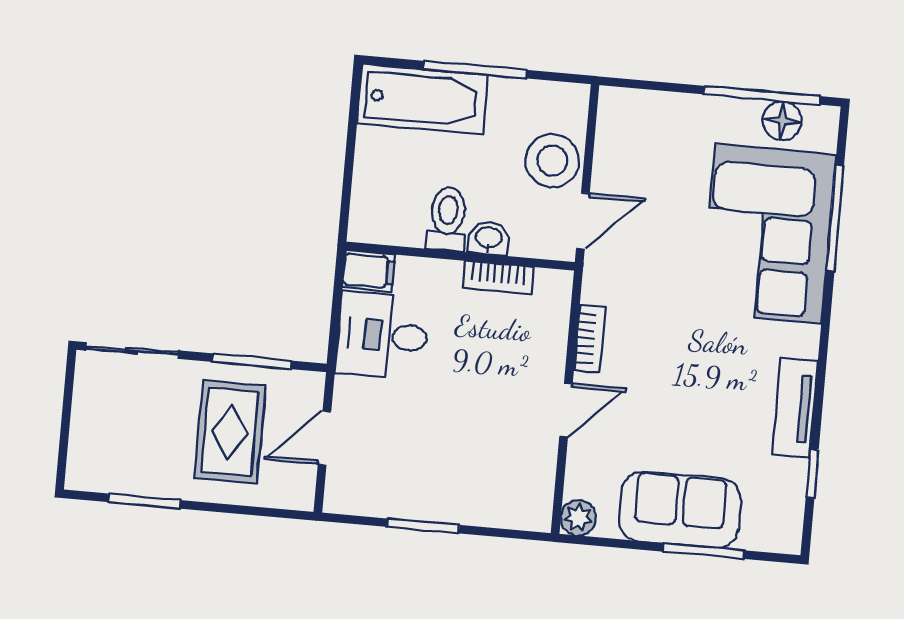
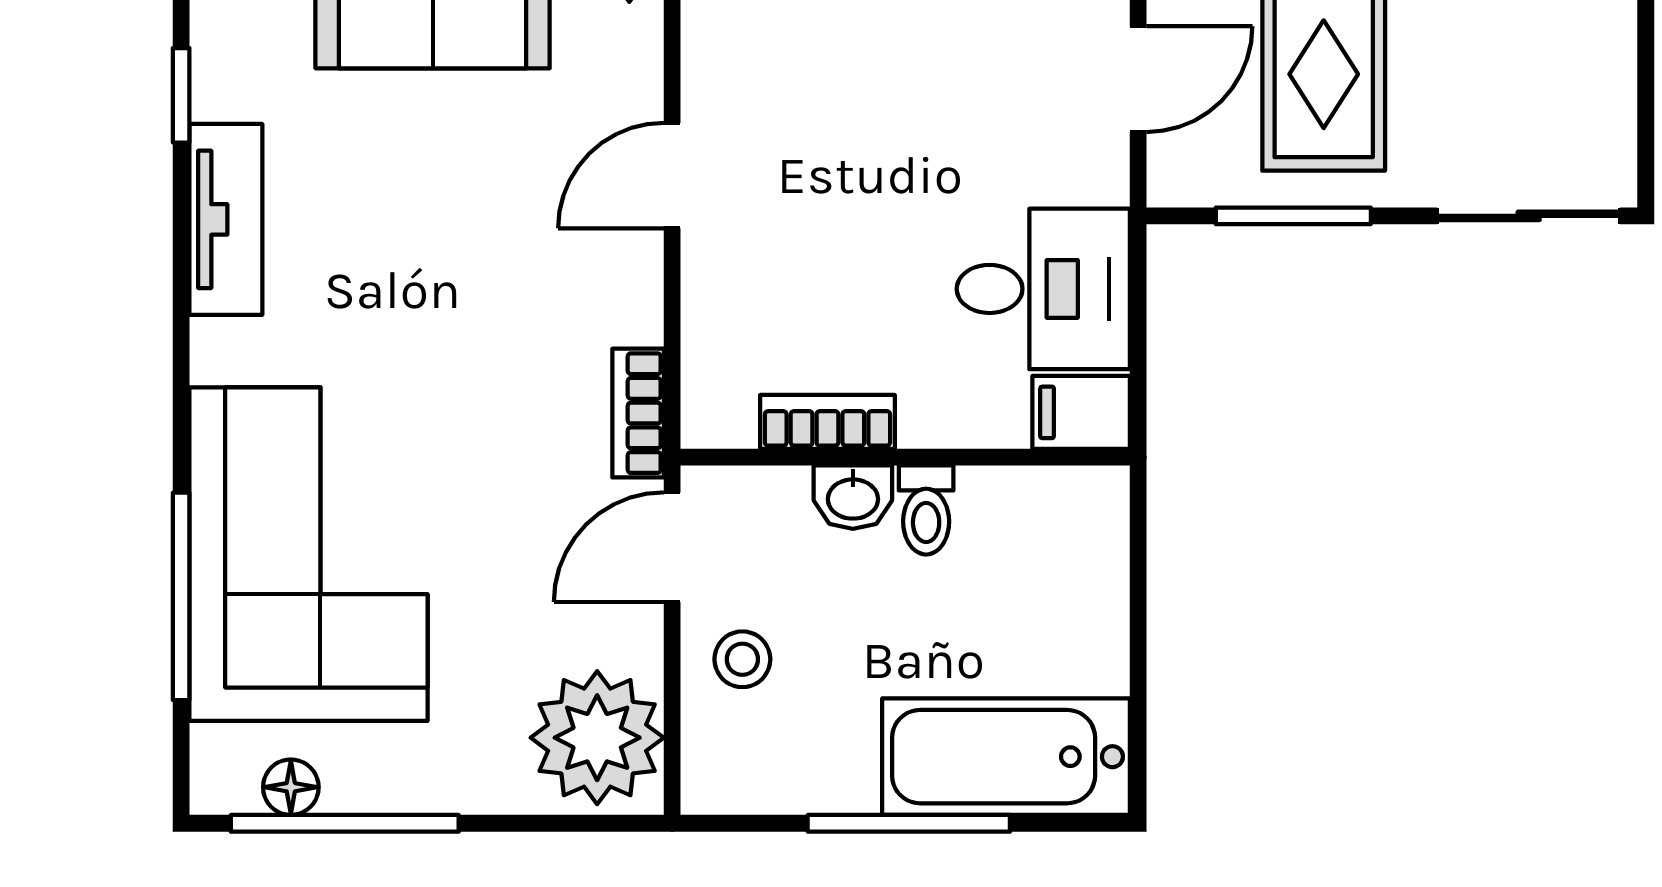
floor lamp: (782, 121) -> (291, 787), width x0.73, depth x0.73
plant: (630, 127) -> (597, 738), added
stool: (552, 161) -> (742, 659), width x0.53, depth x0.53
toilet: (448, 219) -> (926, 510), width x0.73, depth x0.72
bookcase: (590, 339) -> (638, 413), moved

